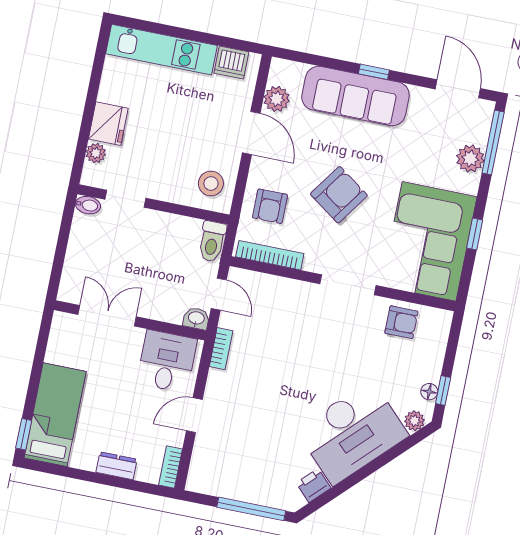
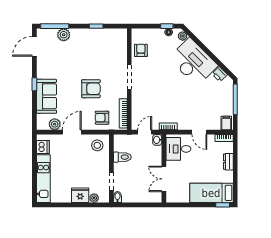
sofa: (355, 96) -> (47, 96), width x0.73
armchair: (339, 195) -> (91, 89), turned 145
armchair: (270, 206) -> (102, 118), turned 180
toilet: (212, 241) -> (122, 157), moved
corner sofa: (429, 241) -> (103, 45), removed
filing cabinet: (203, 478) -> (226, 123), added

